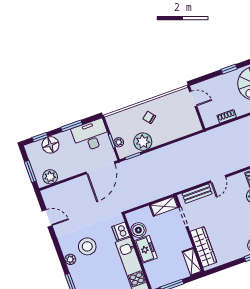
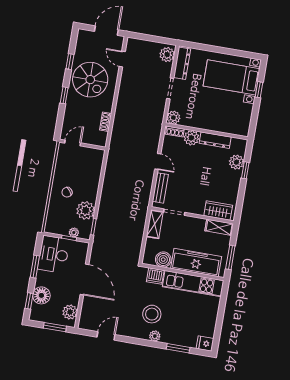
door: (100, 168) -> (84, 280), moved
wardrobe: (203, 247) -> (218, 210), width x0.67
freezer: (146, 249) -> (196, 262), width x1.91, depth x1.26

